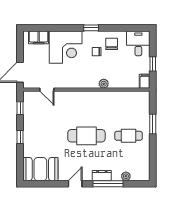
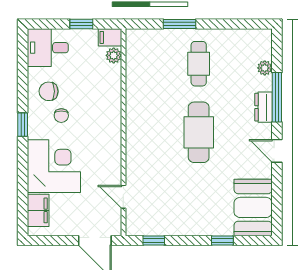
plant: (104, 84) -> (114, 55), moved
door: (47, 90) -> (123, 197), swing flipped
window: (20, 137) -> (222, 241), moved

